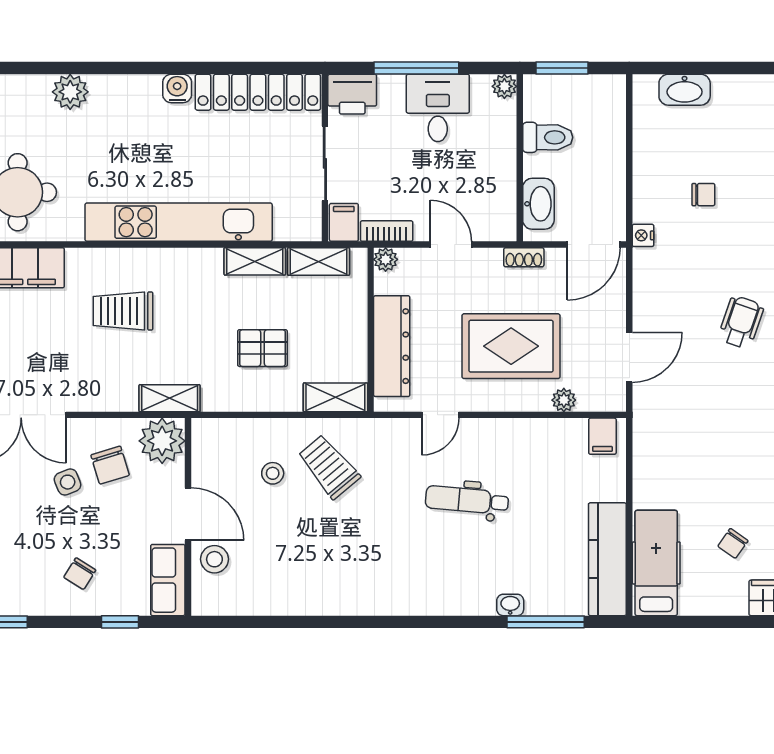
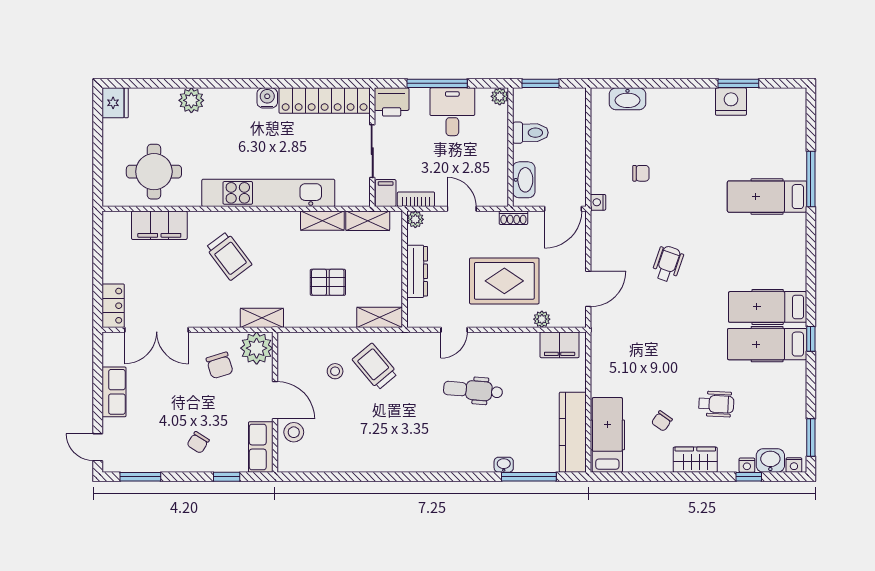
trolley: (123, 311) -> (229, 256), turned -127
dresser: (392, 346) -> (417, 271), width x0.73, depth x0.80
filing cabinet: (602, 436) -> (560, 345), width x2.00
side table: (68, 482) -> (189, 377), removed

